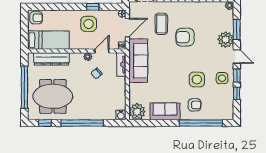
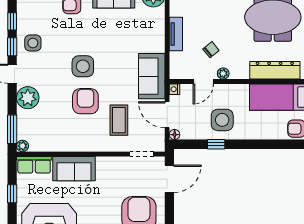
door: (127, 28) -> (167, 115), hinge flipped
window: (237, 30) -> (12, 129), moved
armchair: (185, 37) -> (85, 101), turned -90
sofa: (138, 61) -> (152, 76), width x0.73
tv unit: (121, 65) -> (176, 34), moved
side table: (197, 80) -> (83, 66), moved

